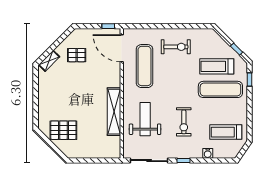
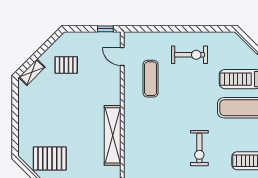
door: (122, 48) -> (122, 57), width x0.53
exercise mat: (145, 66) -> (151, 79), width x0.73, depth x0.69
weight bench: (145, 119) -> (151, 145), removed

